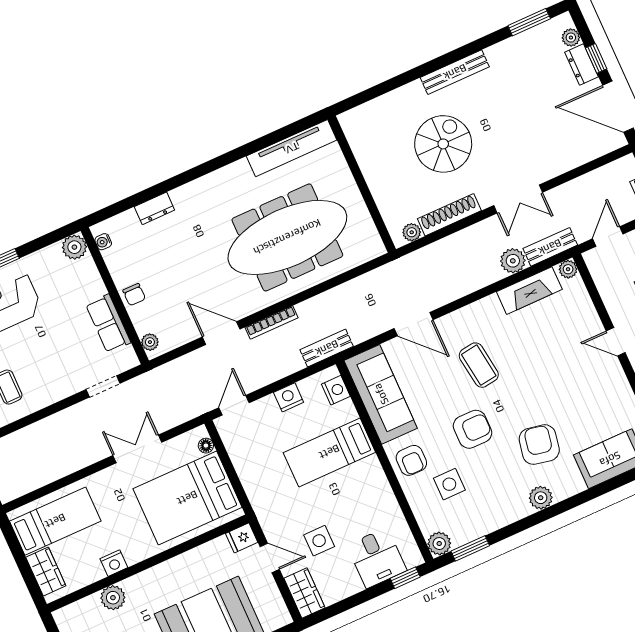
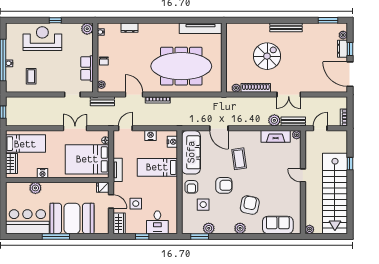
bench: (327, 348) -> (102, 101), moved
tv unit: (255, 492) -> (118, 170), added
plant: (439, 544) -> (209, 228), moved
window: (405, 578) -> (142, 236), moved

